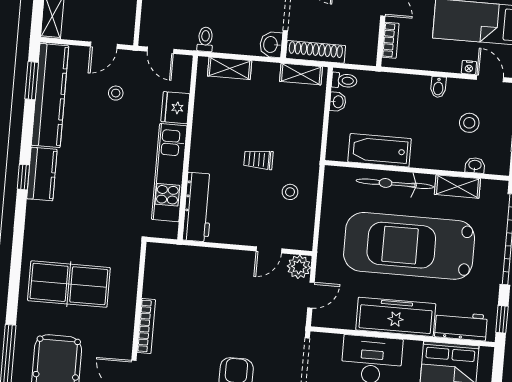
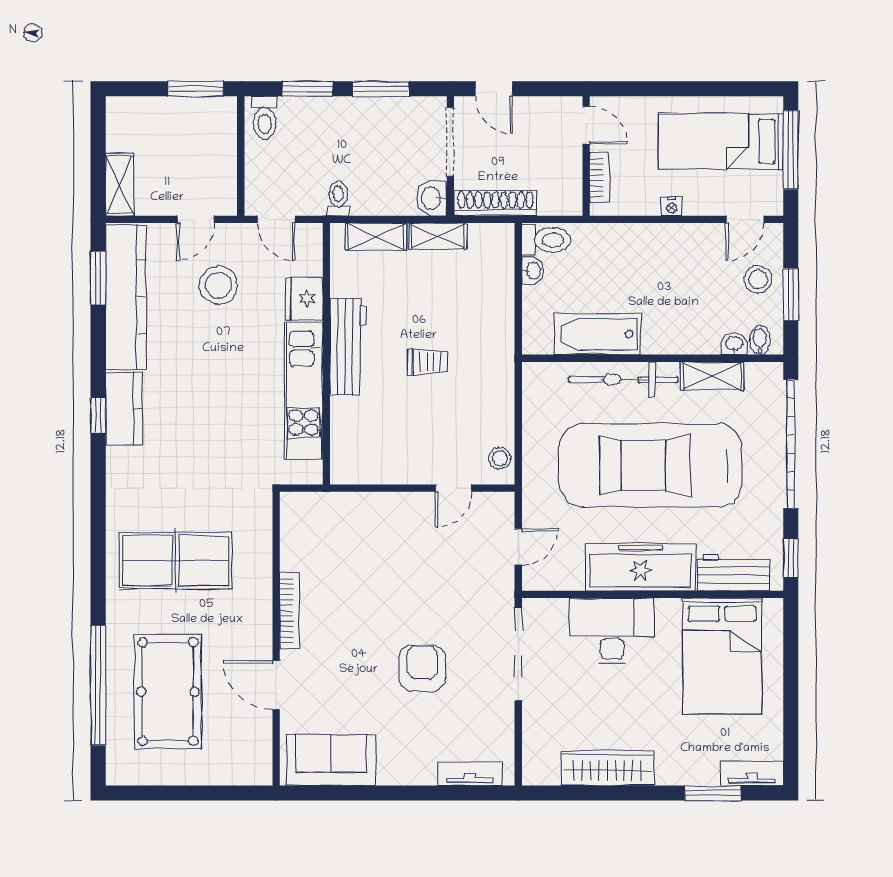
nightstand: (469, 67) -> (672, 206), moved
shelving: (301, 74) -> (438, 236), moved
door: (490, 78) -> (745, 219), swing flipped
toilet: (344, 81) -> (546, 240), width x1.37, depth x1.39
bidet: (438, 87) -> (760, 340), moved, turned 180
stool: (116, 93) -> (218, 285), width x1.89, depth x1.89
stool: (469, 123) -> (758, 279), moved
trolley: (258, 160) -> (428, 362), turned 180
stool: (290, 192) -> (500, 458), moved
workbench: (198, 207) -> (348, 346), moved
plant: (299, 267) -> (498, 508), removed

